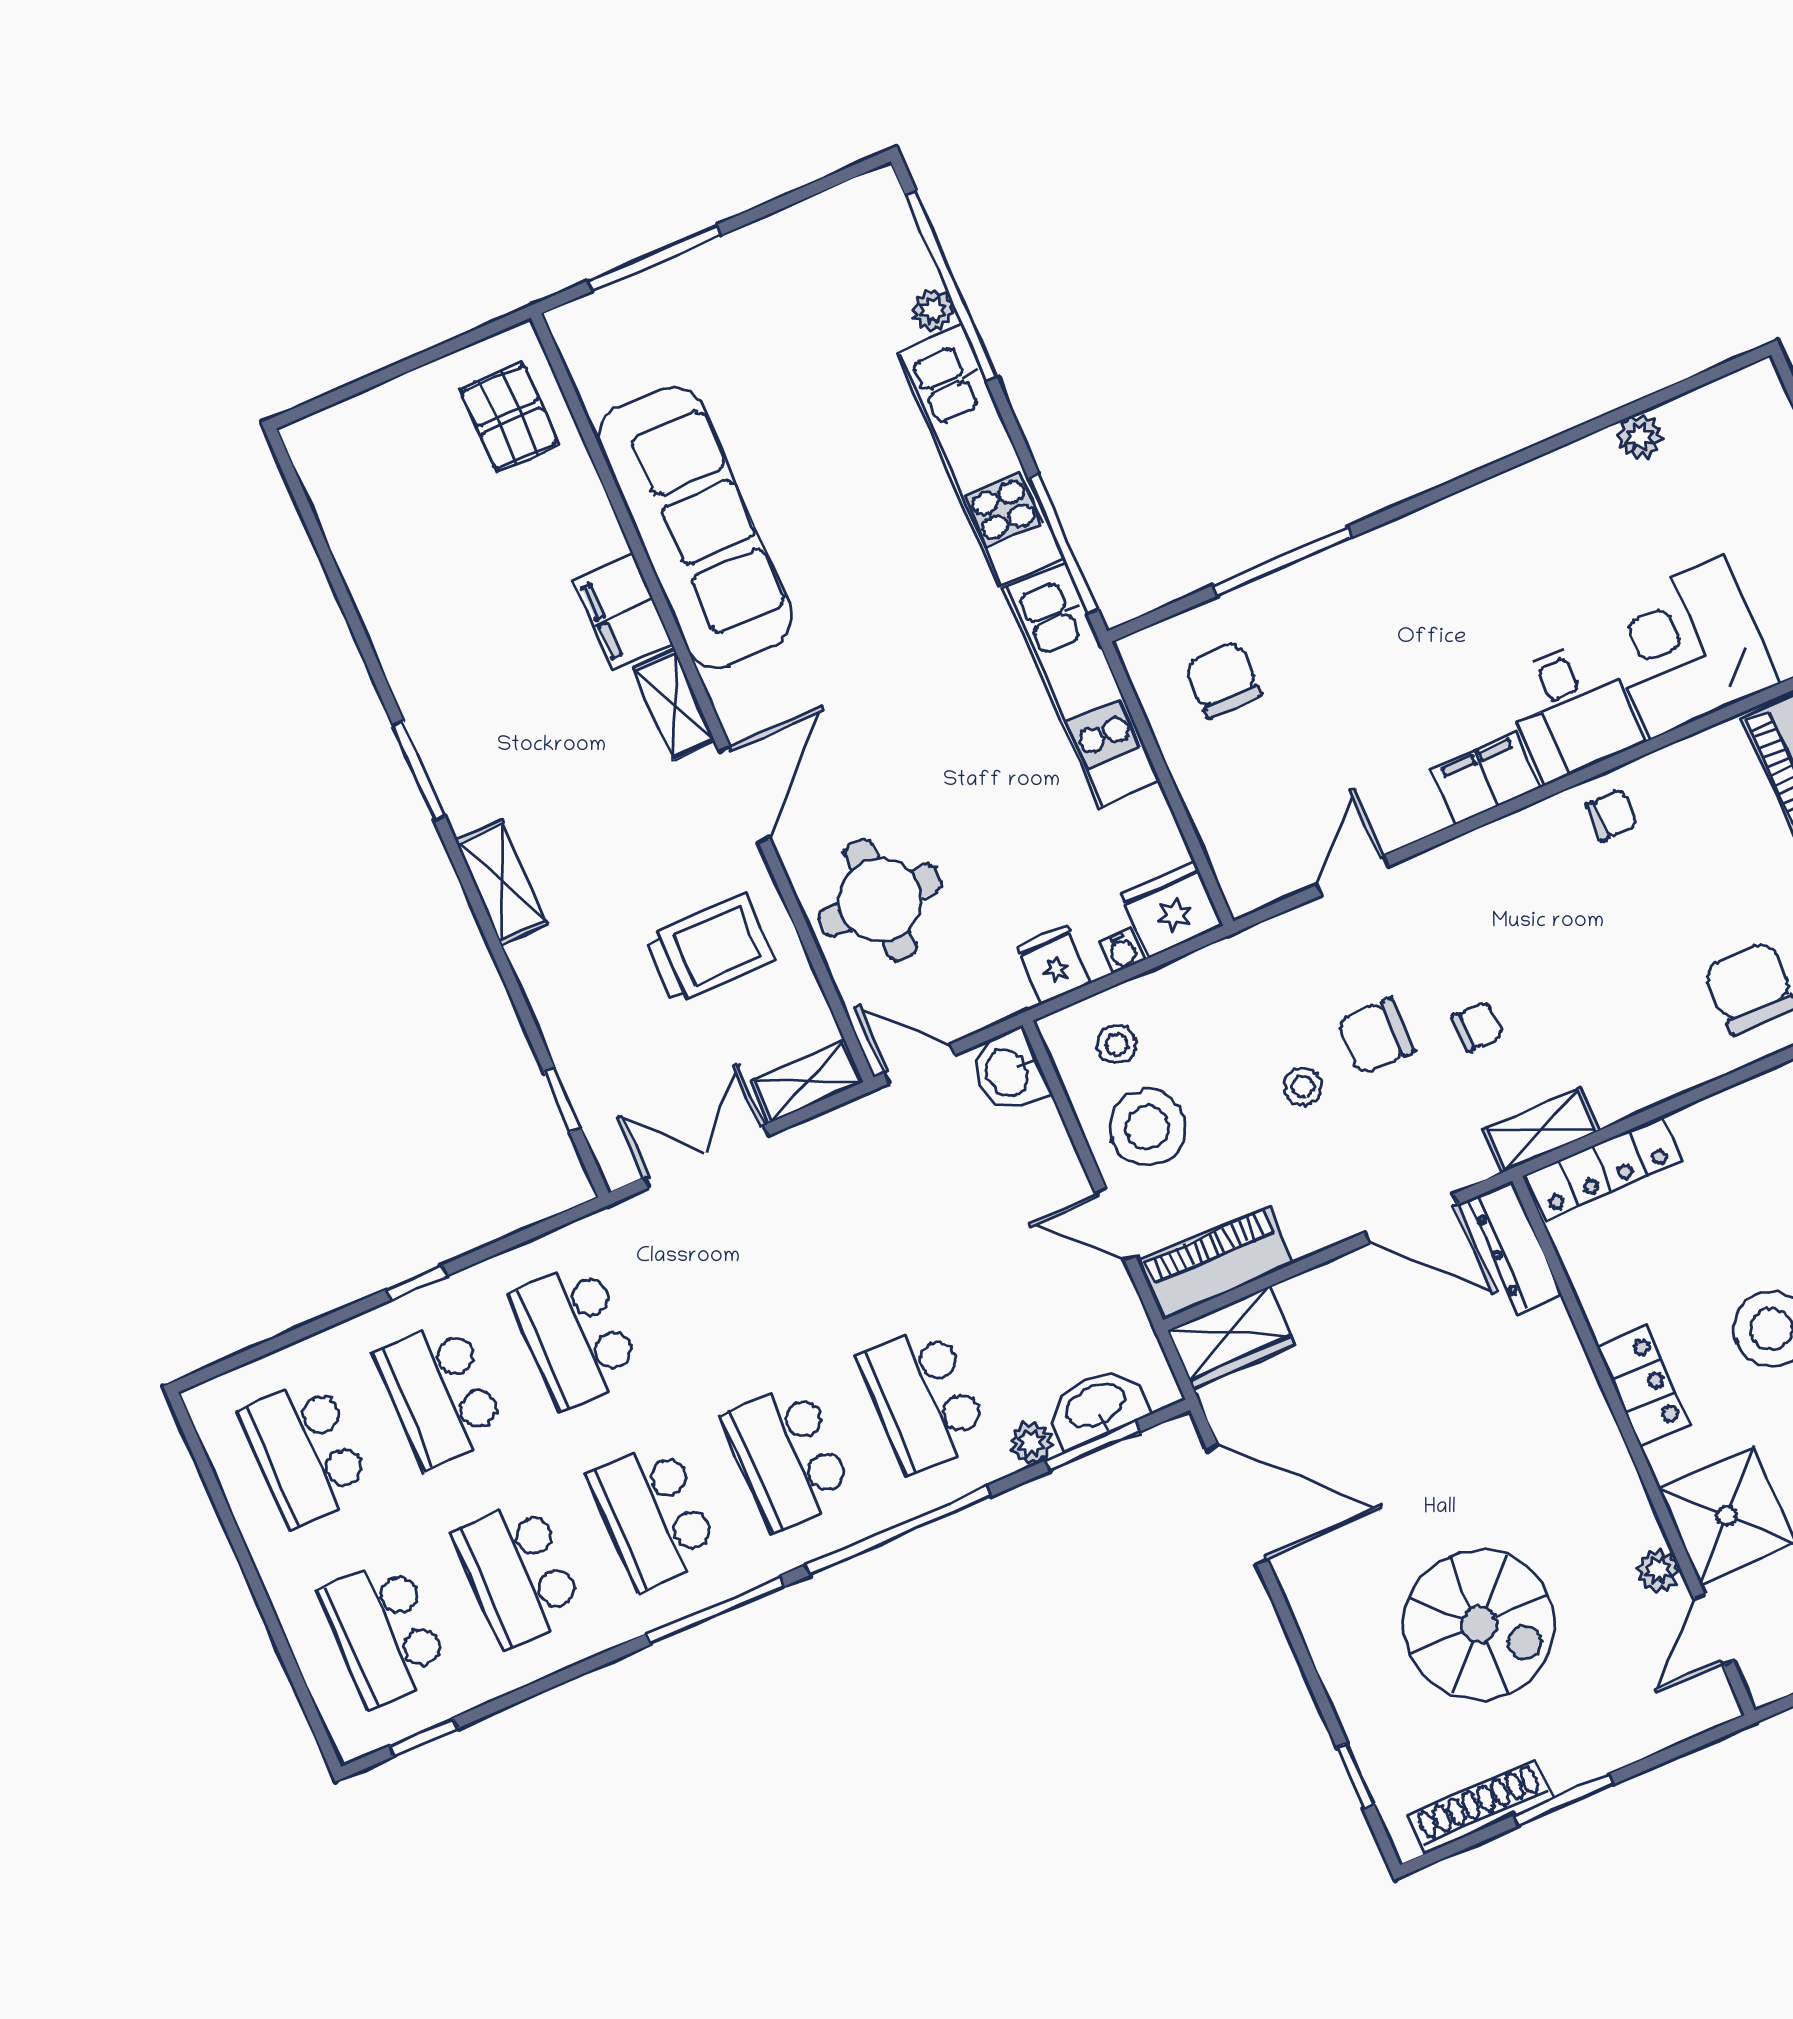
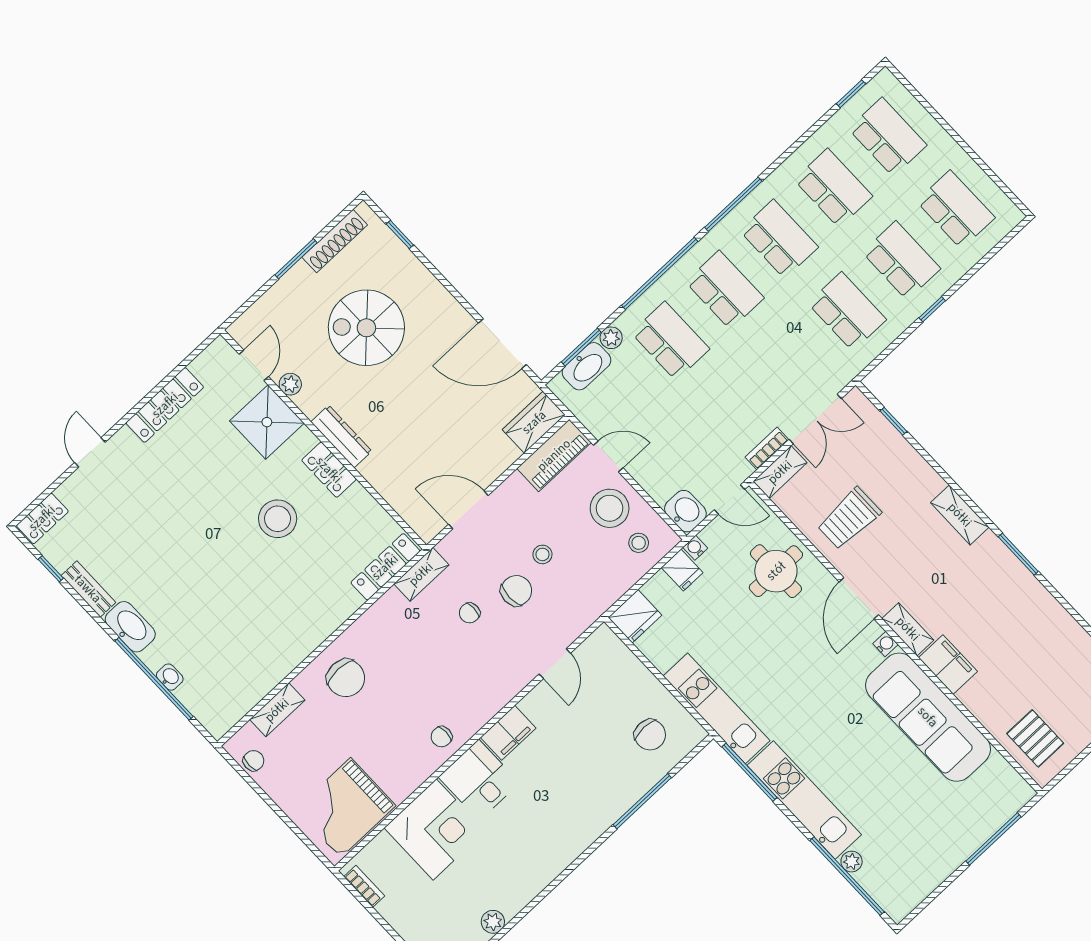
water cooler: (725, 692) -> (885, 644), added
water cooler: (1122, 951) -> (695, 548), moved
bookcase: (815, 1134) -> (767, 448), added
dresser: (1515, 1247) -> (341, 436), moved

